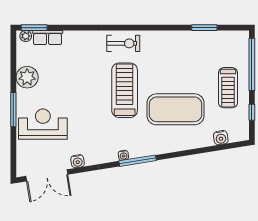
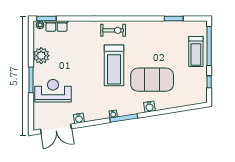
treadmill: (228, 88) -> (196, 51), moved
treadmill: (125, 90) -> (114, 65), turned 180
water cooler: (221, 138) -> (149, 107), moved

